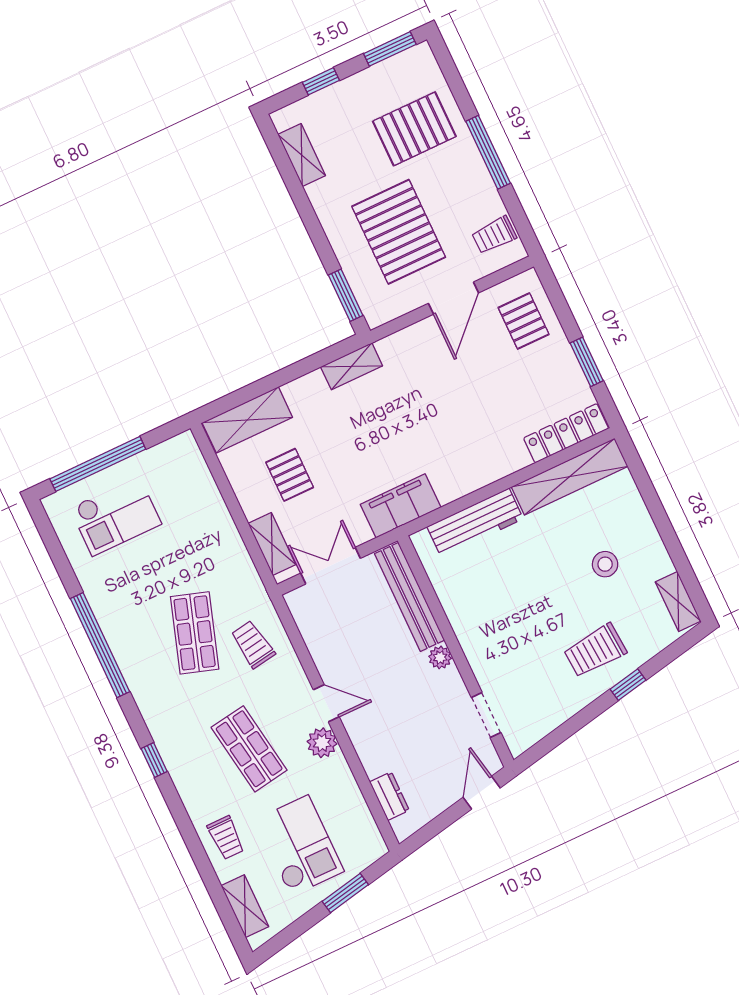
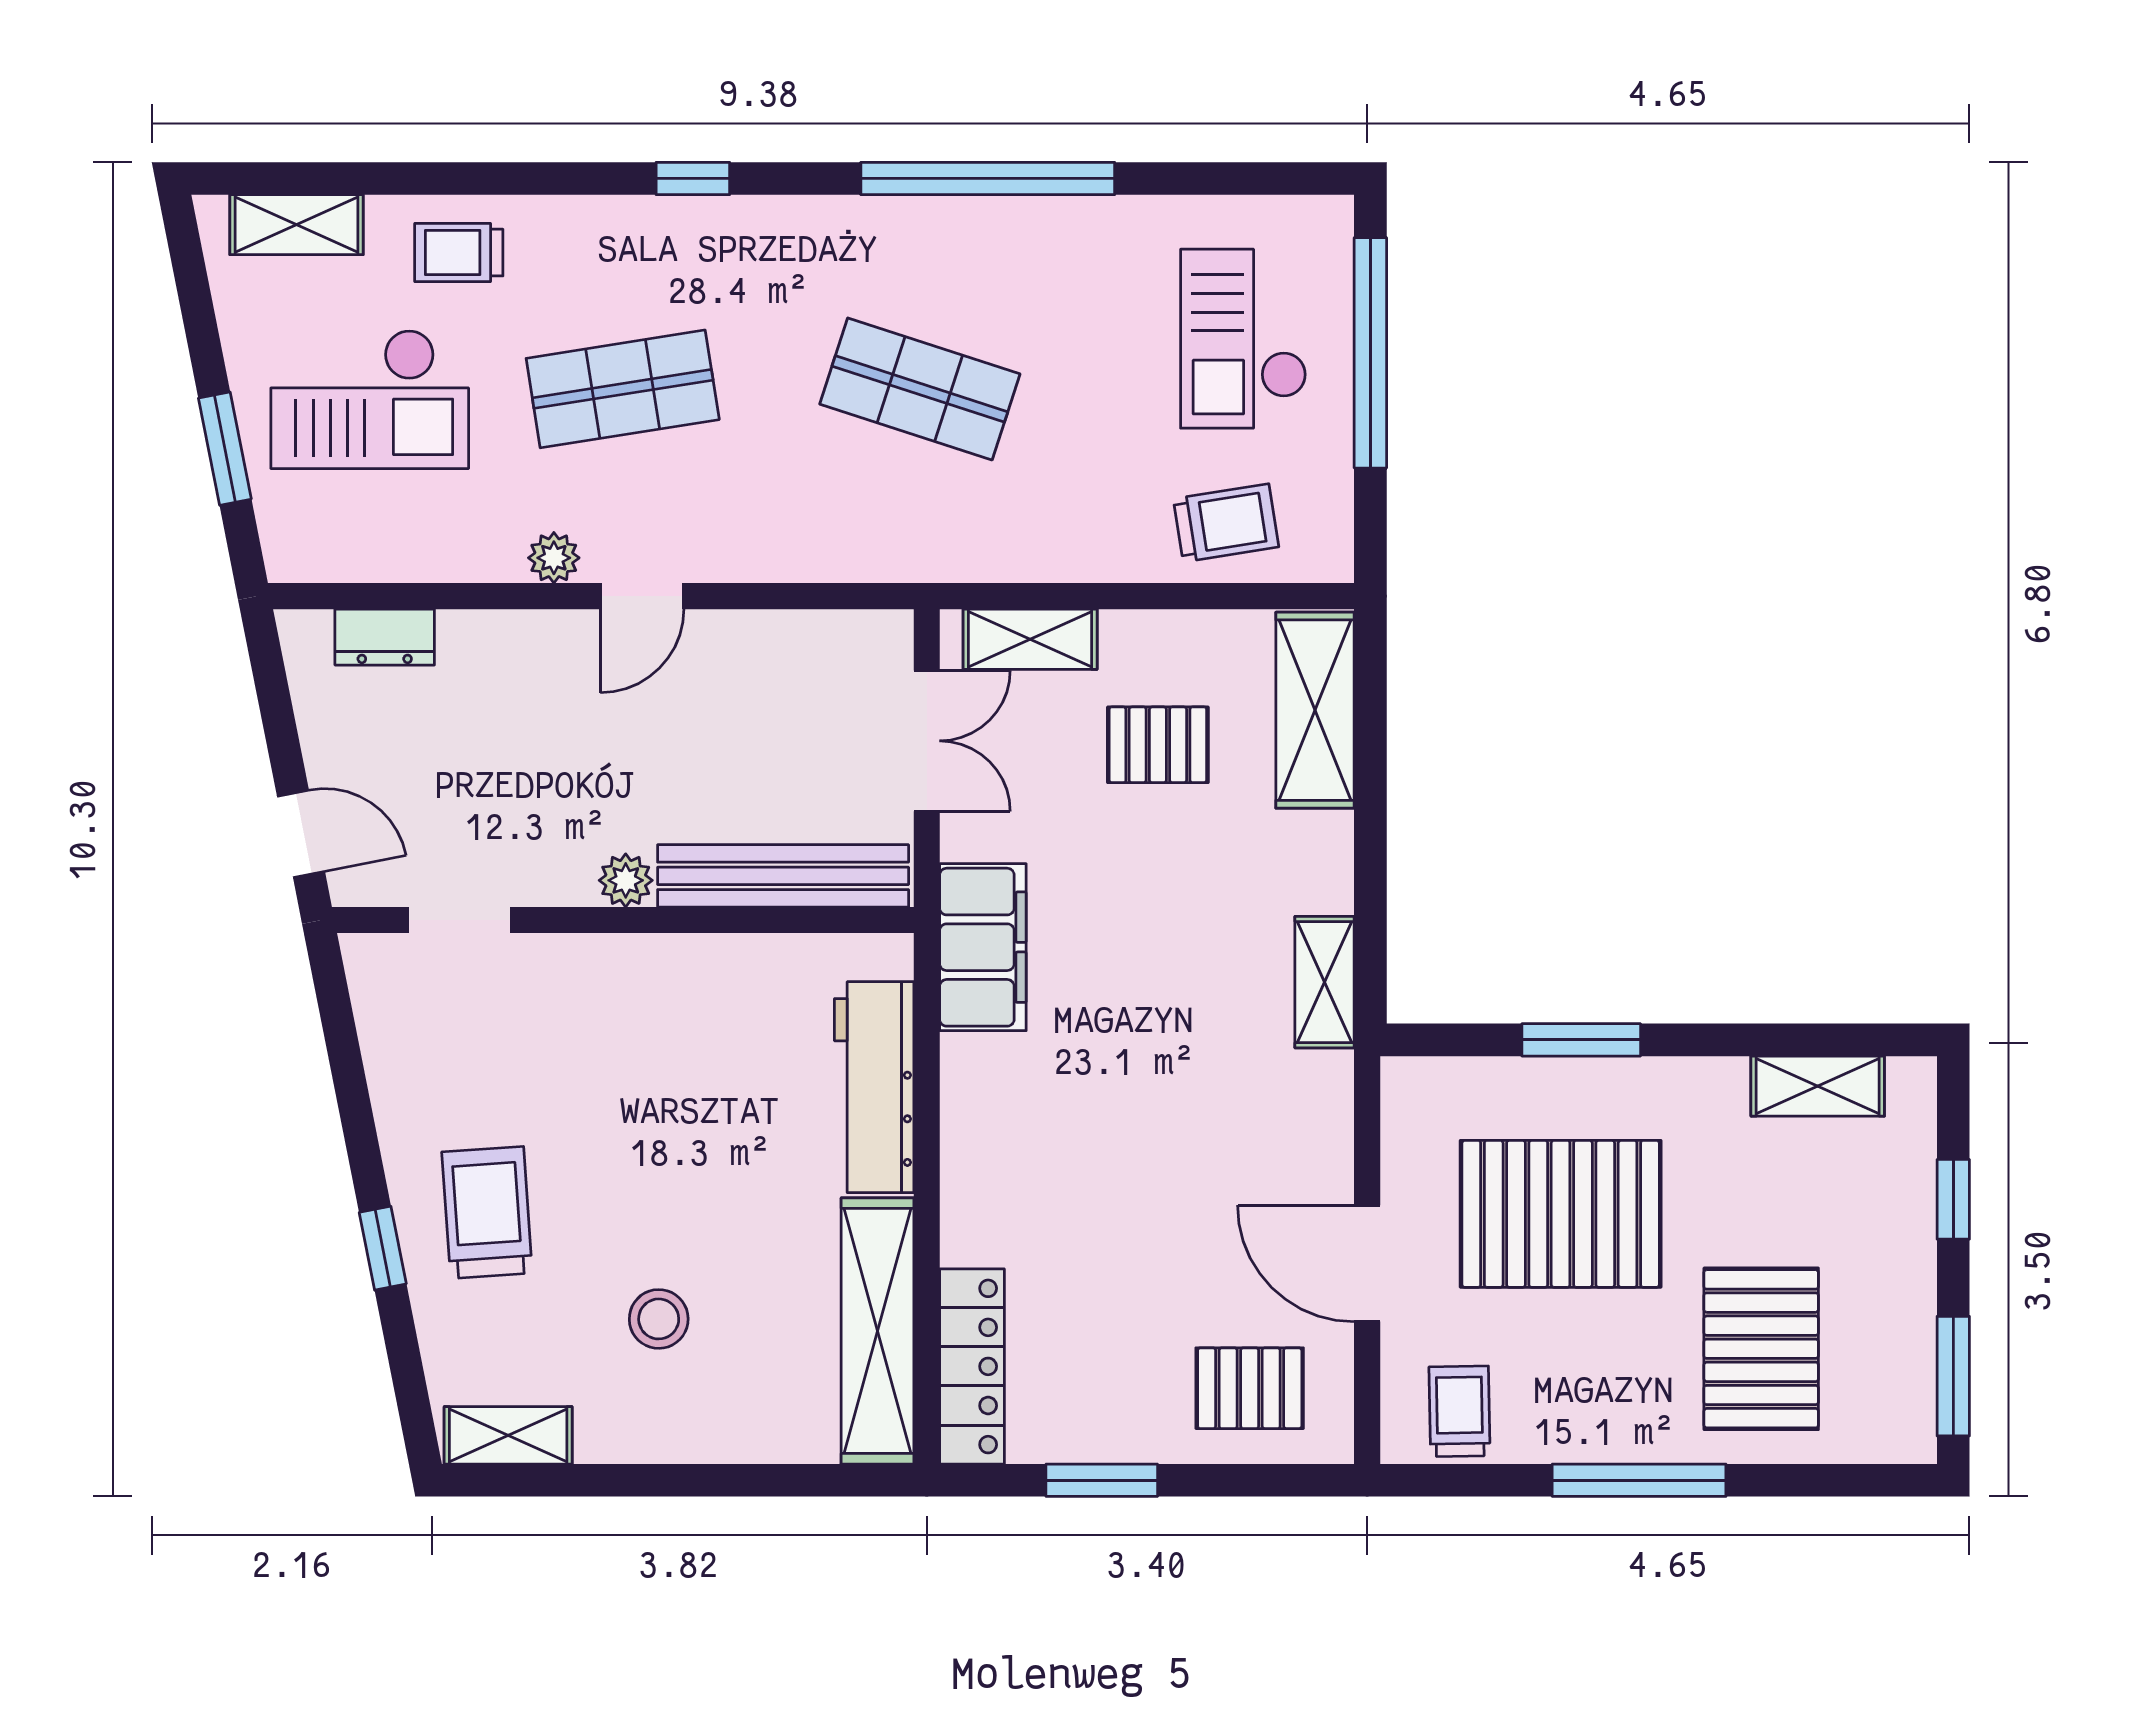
window: (346, 295) -> (1581, 1040), moved
trolley: (253, 644) -> (1226, 523), moved
plant: (322, 743) -> (554, 558), width x0.73, depth x0.73

